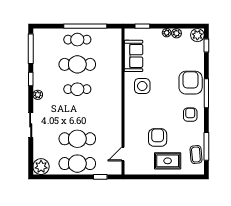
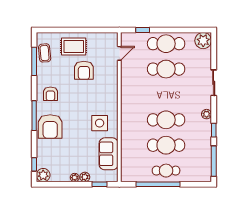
plant: (177, 33) -> (85, 177), moved
cafe table: (77, 89) -> (166, 120), width x1.37, depth x1.35

